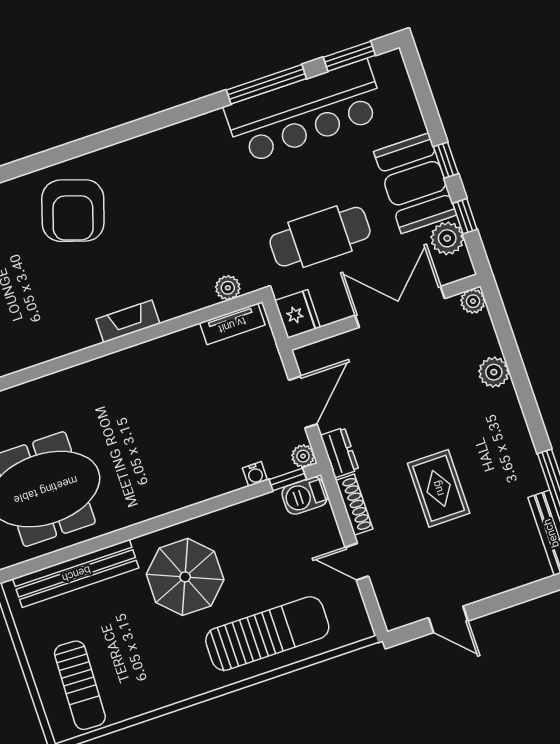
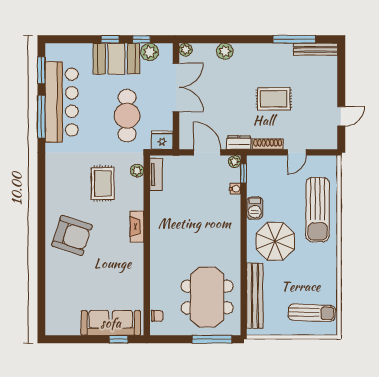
rug: (184, 234) -> (103, 183), added
double door: (400, 307) -> (176, 87), swing flipped
barbecue: (305, 496) -> (255, 208), moved
sun lounger: (267, 634) -> (318, 210), turned 180

